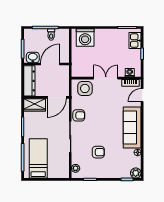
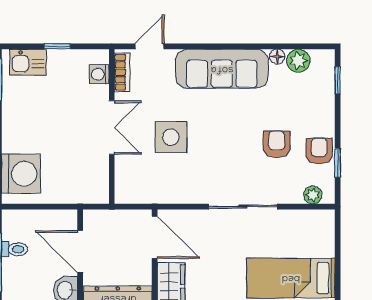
double door: (106, 78) -> (112, 127), swing flipped
side table: (85, 88) -> (171, 137), moved
door: (142, 95) -> (150, 46), swing flipped
armchair: (79, 115) -> (319, 151), moved
plant: (136, 173) -> (298, 61), moved

